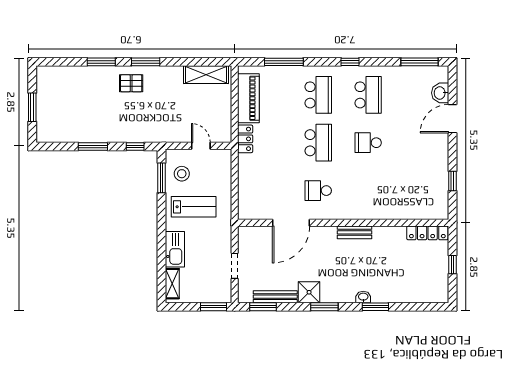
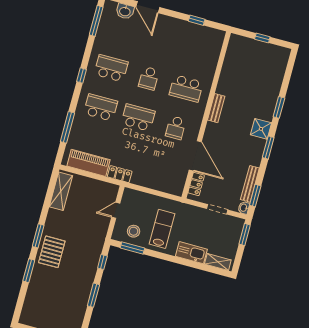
pallet: (131, 83) -> (52, 252), width x1.50, depth x1.42
school desk: (368, 191) -> (186, 88), added
locker: (427, 233) -> (196, 184), moved, width x0.66
shower: (309, 292) -> (261, 129), moved
washbasin: (363, 297) -> (244, 208), moved

